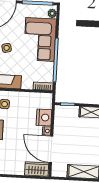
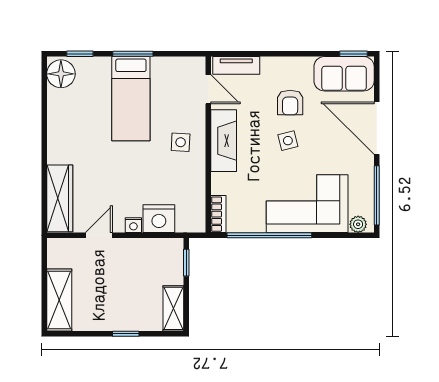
door: (51, 149) -> (99, 235), width x0.53
wardrobe: (37, 169) -> (60, 198), width x1.50

